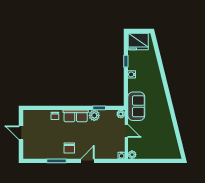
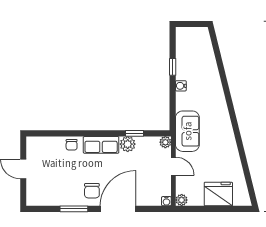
fridge: (138, 41) -> (218, 194), moved, turned 180
door: (88, 161) -> (118, 209), width x1.87

